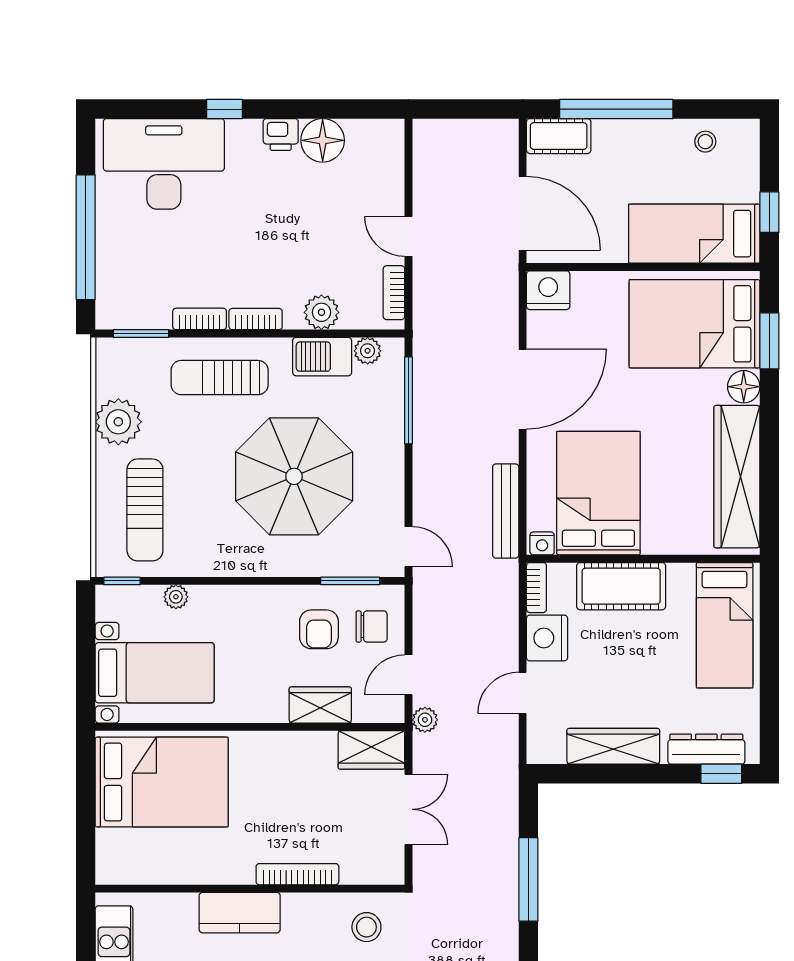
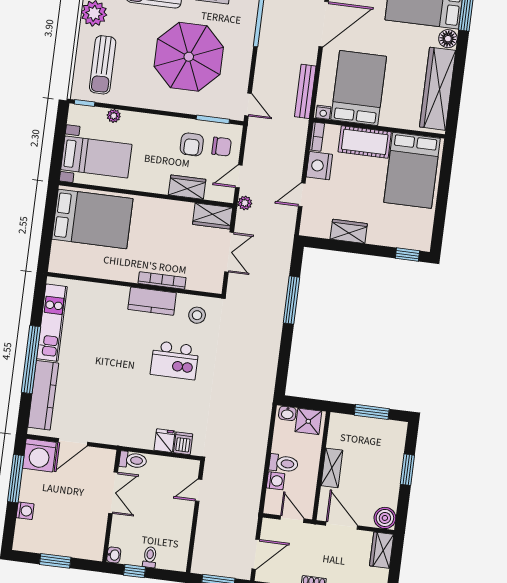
bed: (725, 625) -> (412, 170), width x1.50
wardrobe: (613, 746) -> (349, 231), width x0.67
dresser: (706, 749) -> (401, 240), removed
kitchen counter: (240, 913) -> (152, 301), moved

